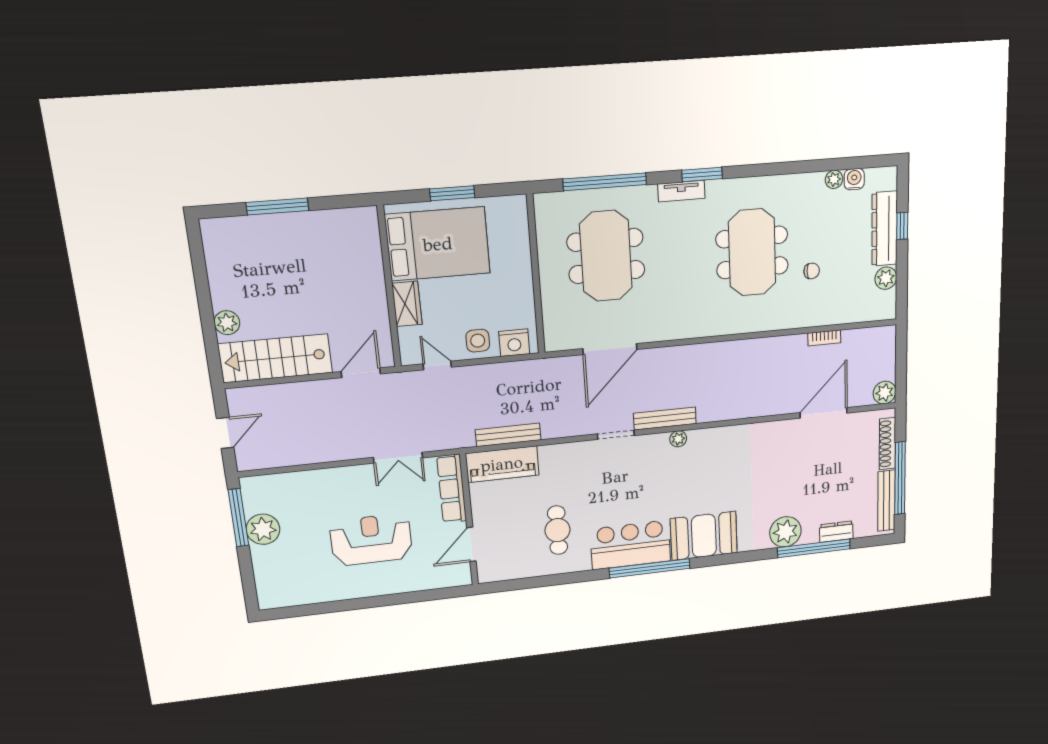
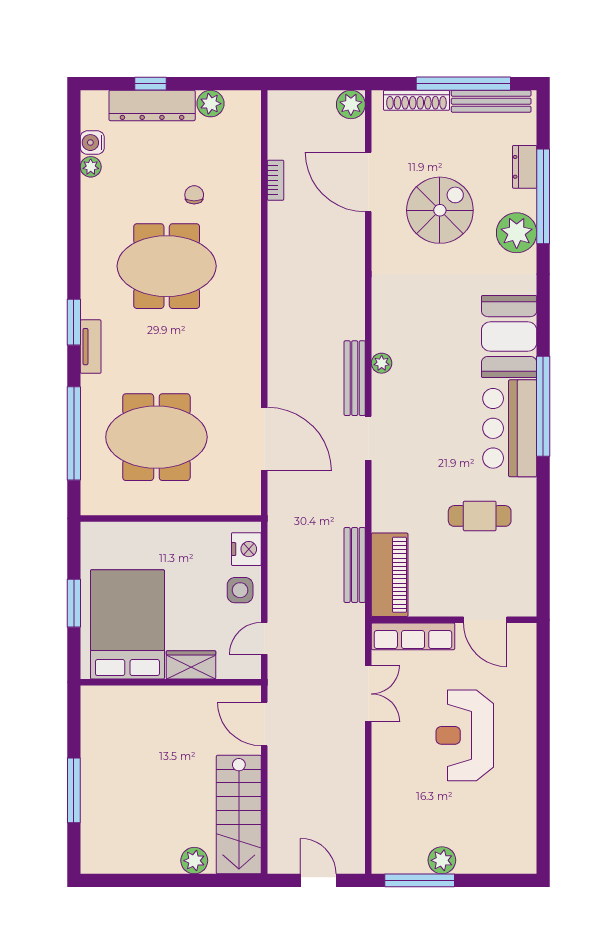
spiral stairs: (802, 471) -> (440, 210), added
plant: (263, 529) -> (442, 860), width x0.73, depth x0.73

